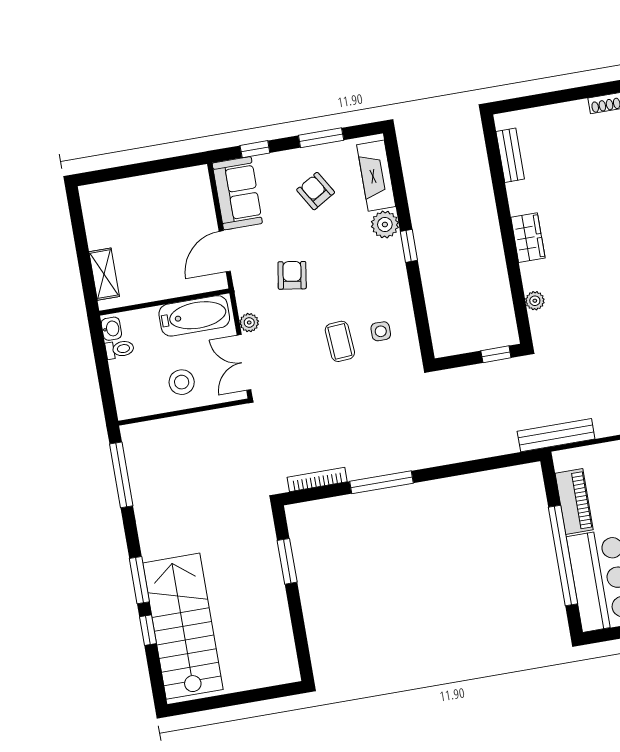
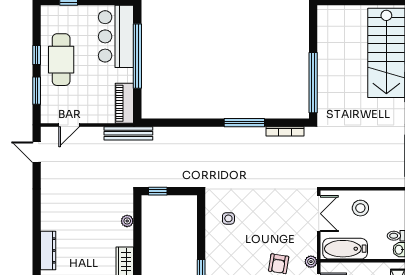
plant: (249, 323) -> (311, 262), moved
coffee table: (340, 341) -> (255, 217), removed
piano: (574, 502) -> (124, 103), moved
window: (287, 561) -> (313, 83), width x2.11

